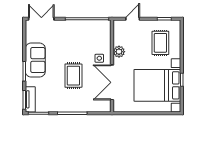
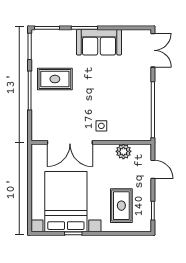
rug: (160, 43) -> (121, 206), turned 90
plant: (119, 52) -> (123, 151), moved
rug: (73, 76) -> (55, 79), moved
double door: (112, 82) -> (70, 142), swing flipped
tv unit: (30, 99) -> (48, 36), removed

